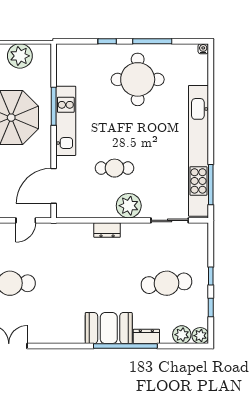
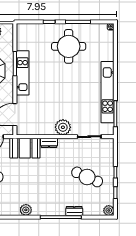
kitchen unit: (198, 151) -> (108, 92), width x0.73
cafe table: (114, 168) -> (54, 103), removed
cafe table: (166, 283) -> (87, 177), turned 30
booth: (109, 328) -> (25, 148), moved
plant: (182, 335) -> (26, 210), moved

